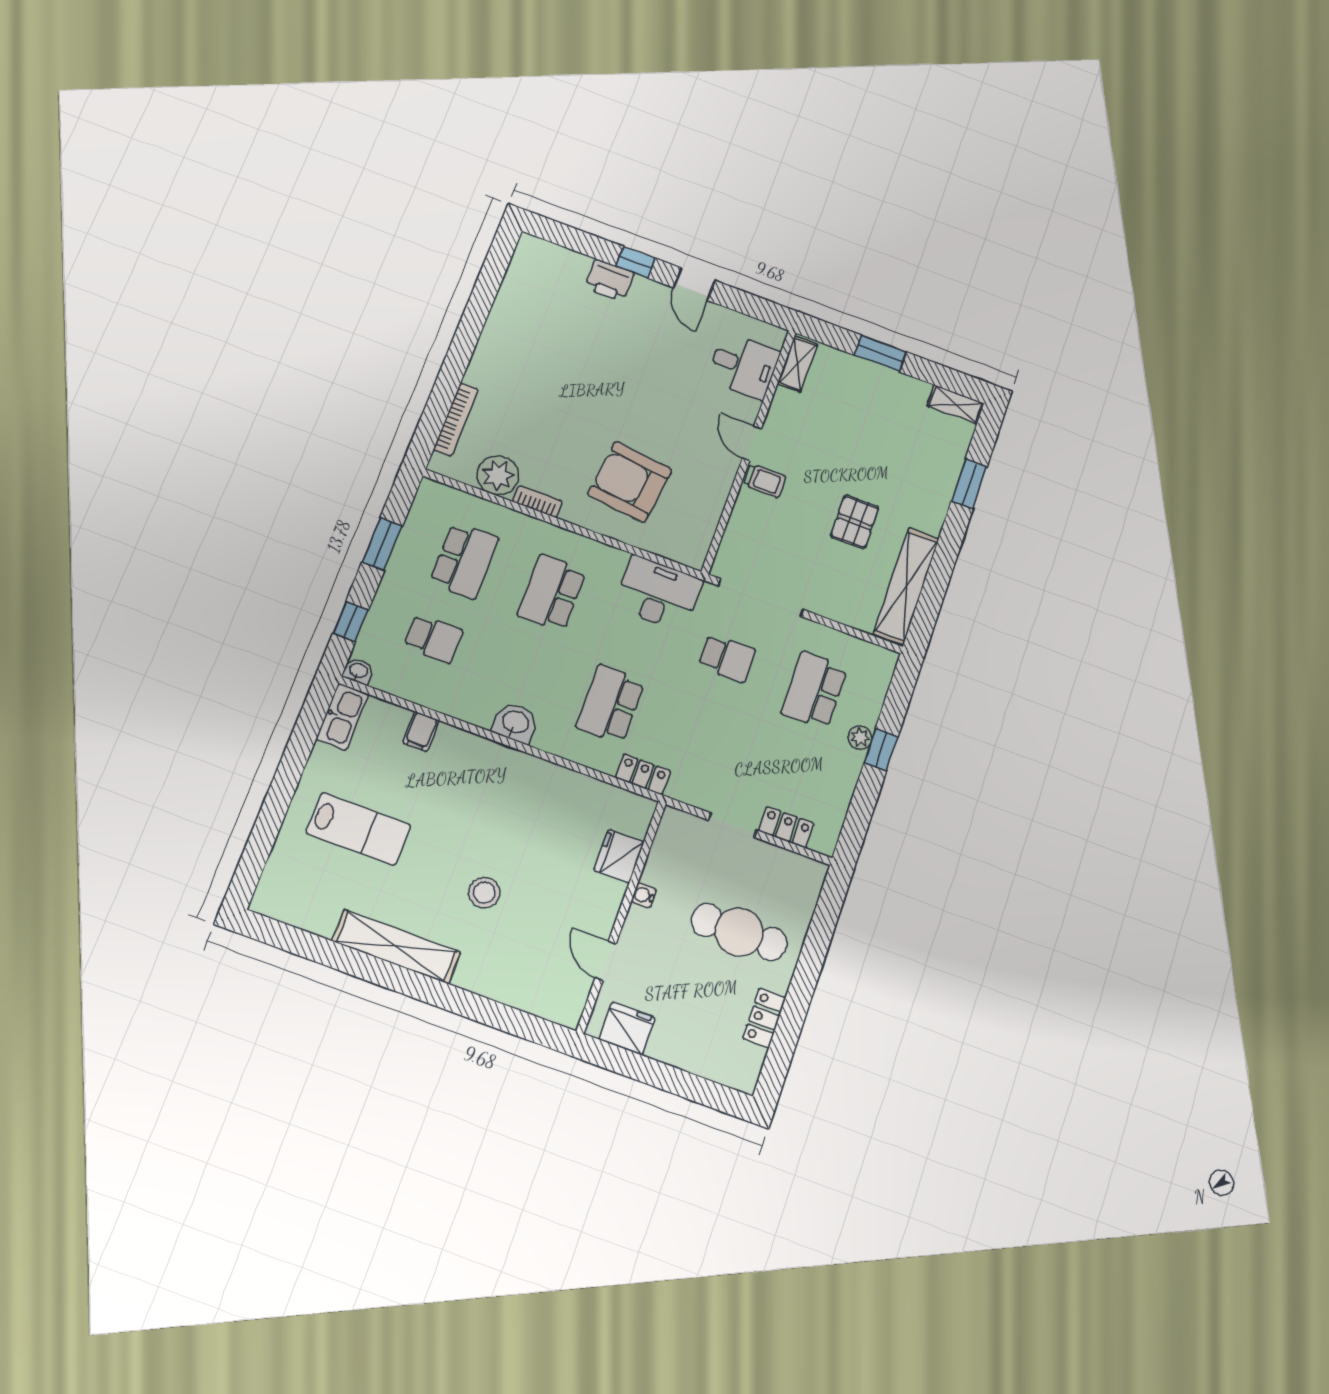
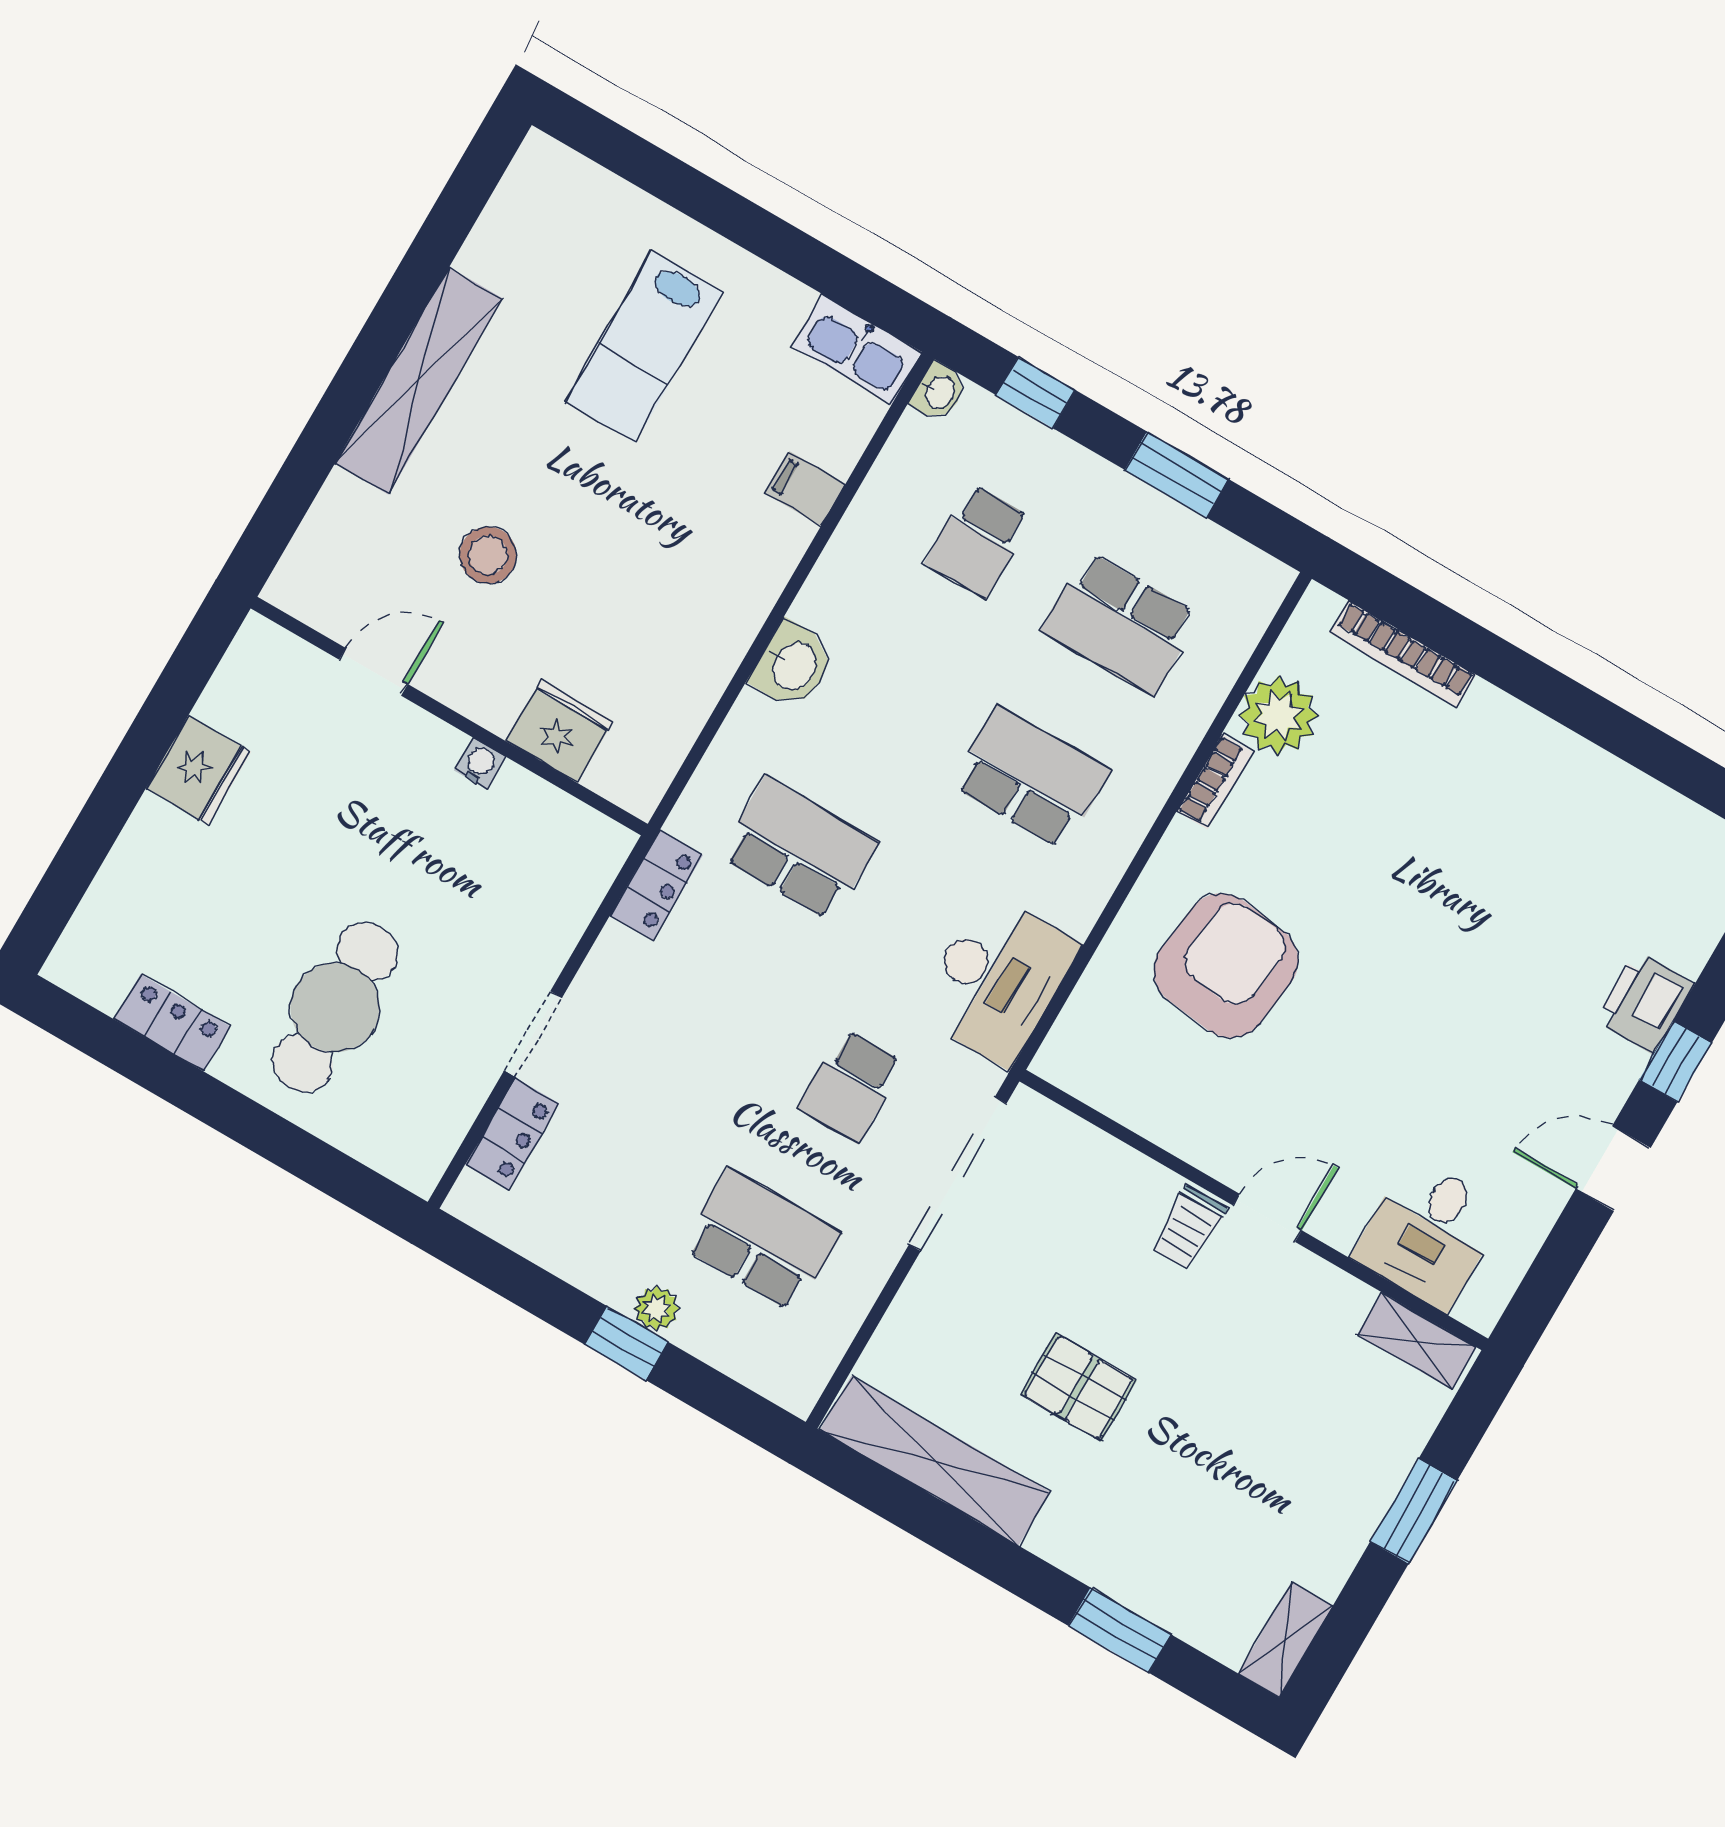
fridge: (619, 856) -> (559, 731), moved
water cooler: (644, 895) -> (480, 763), moved
wall: (622, 916) -> (449, 716), moved
door: (606, 961) -> (373, 672), moved

